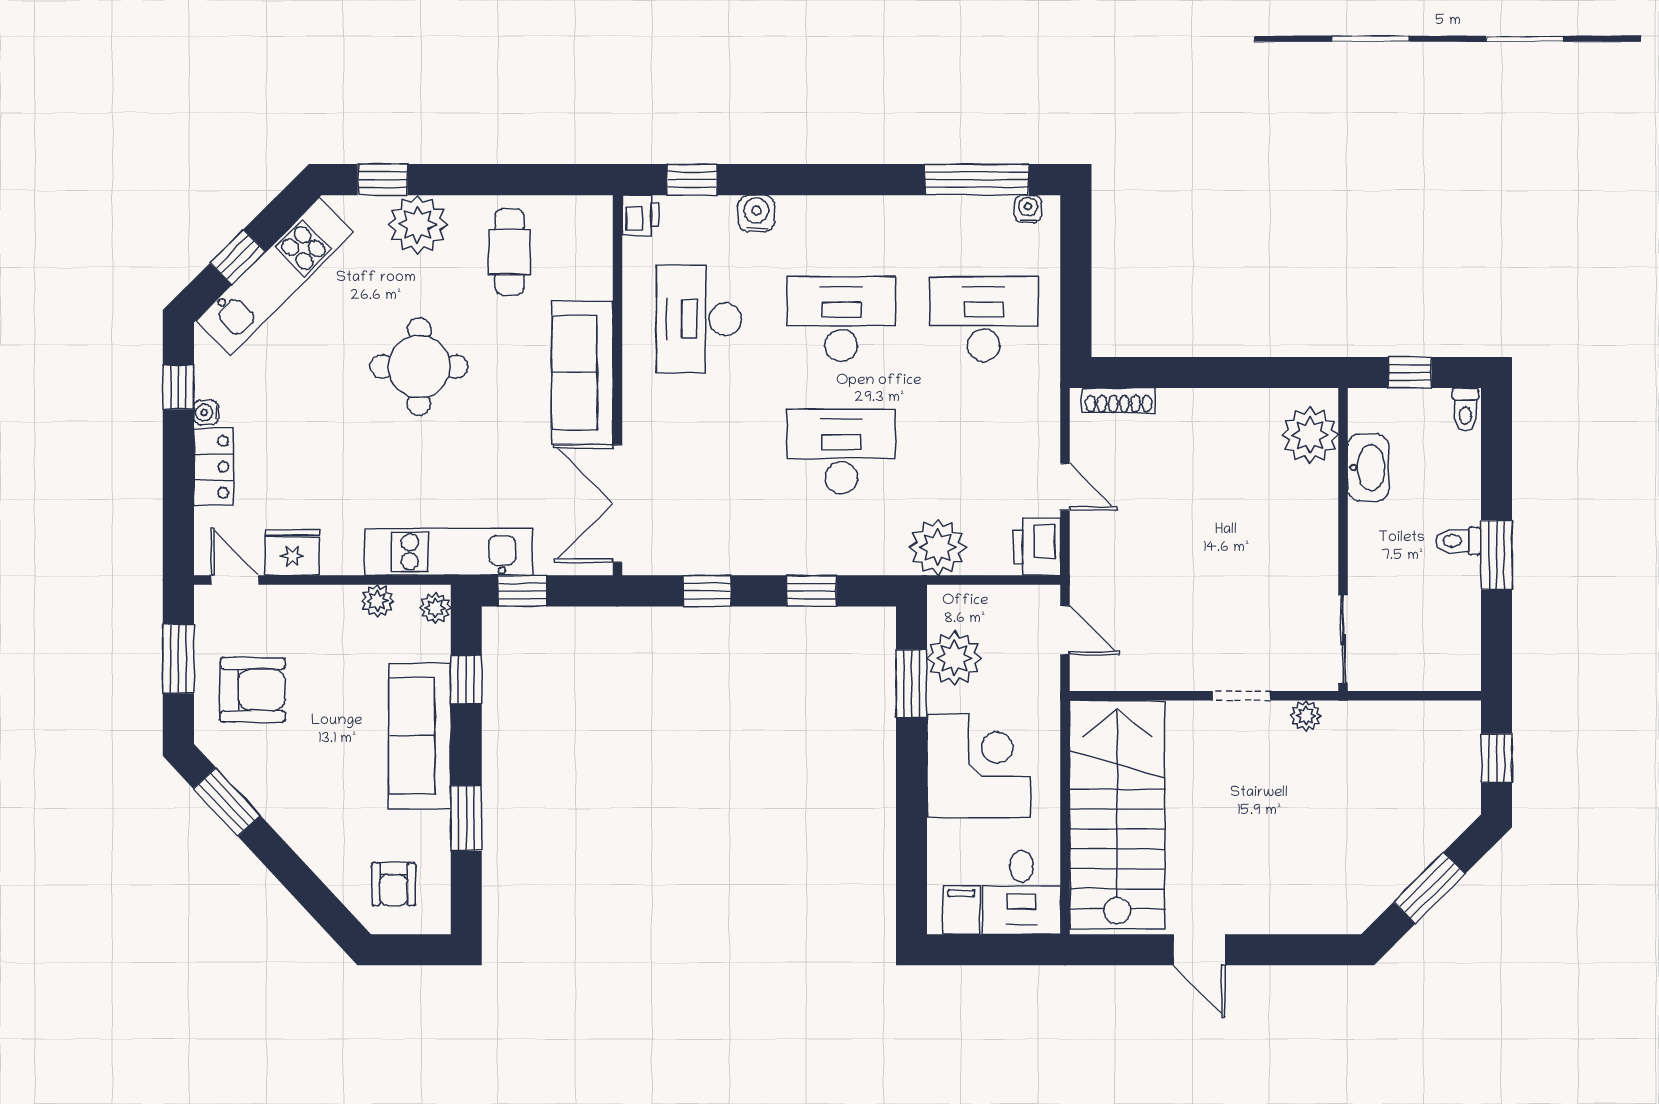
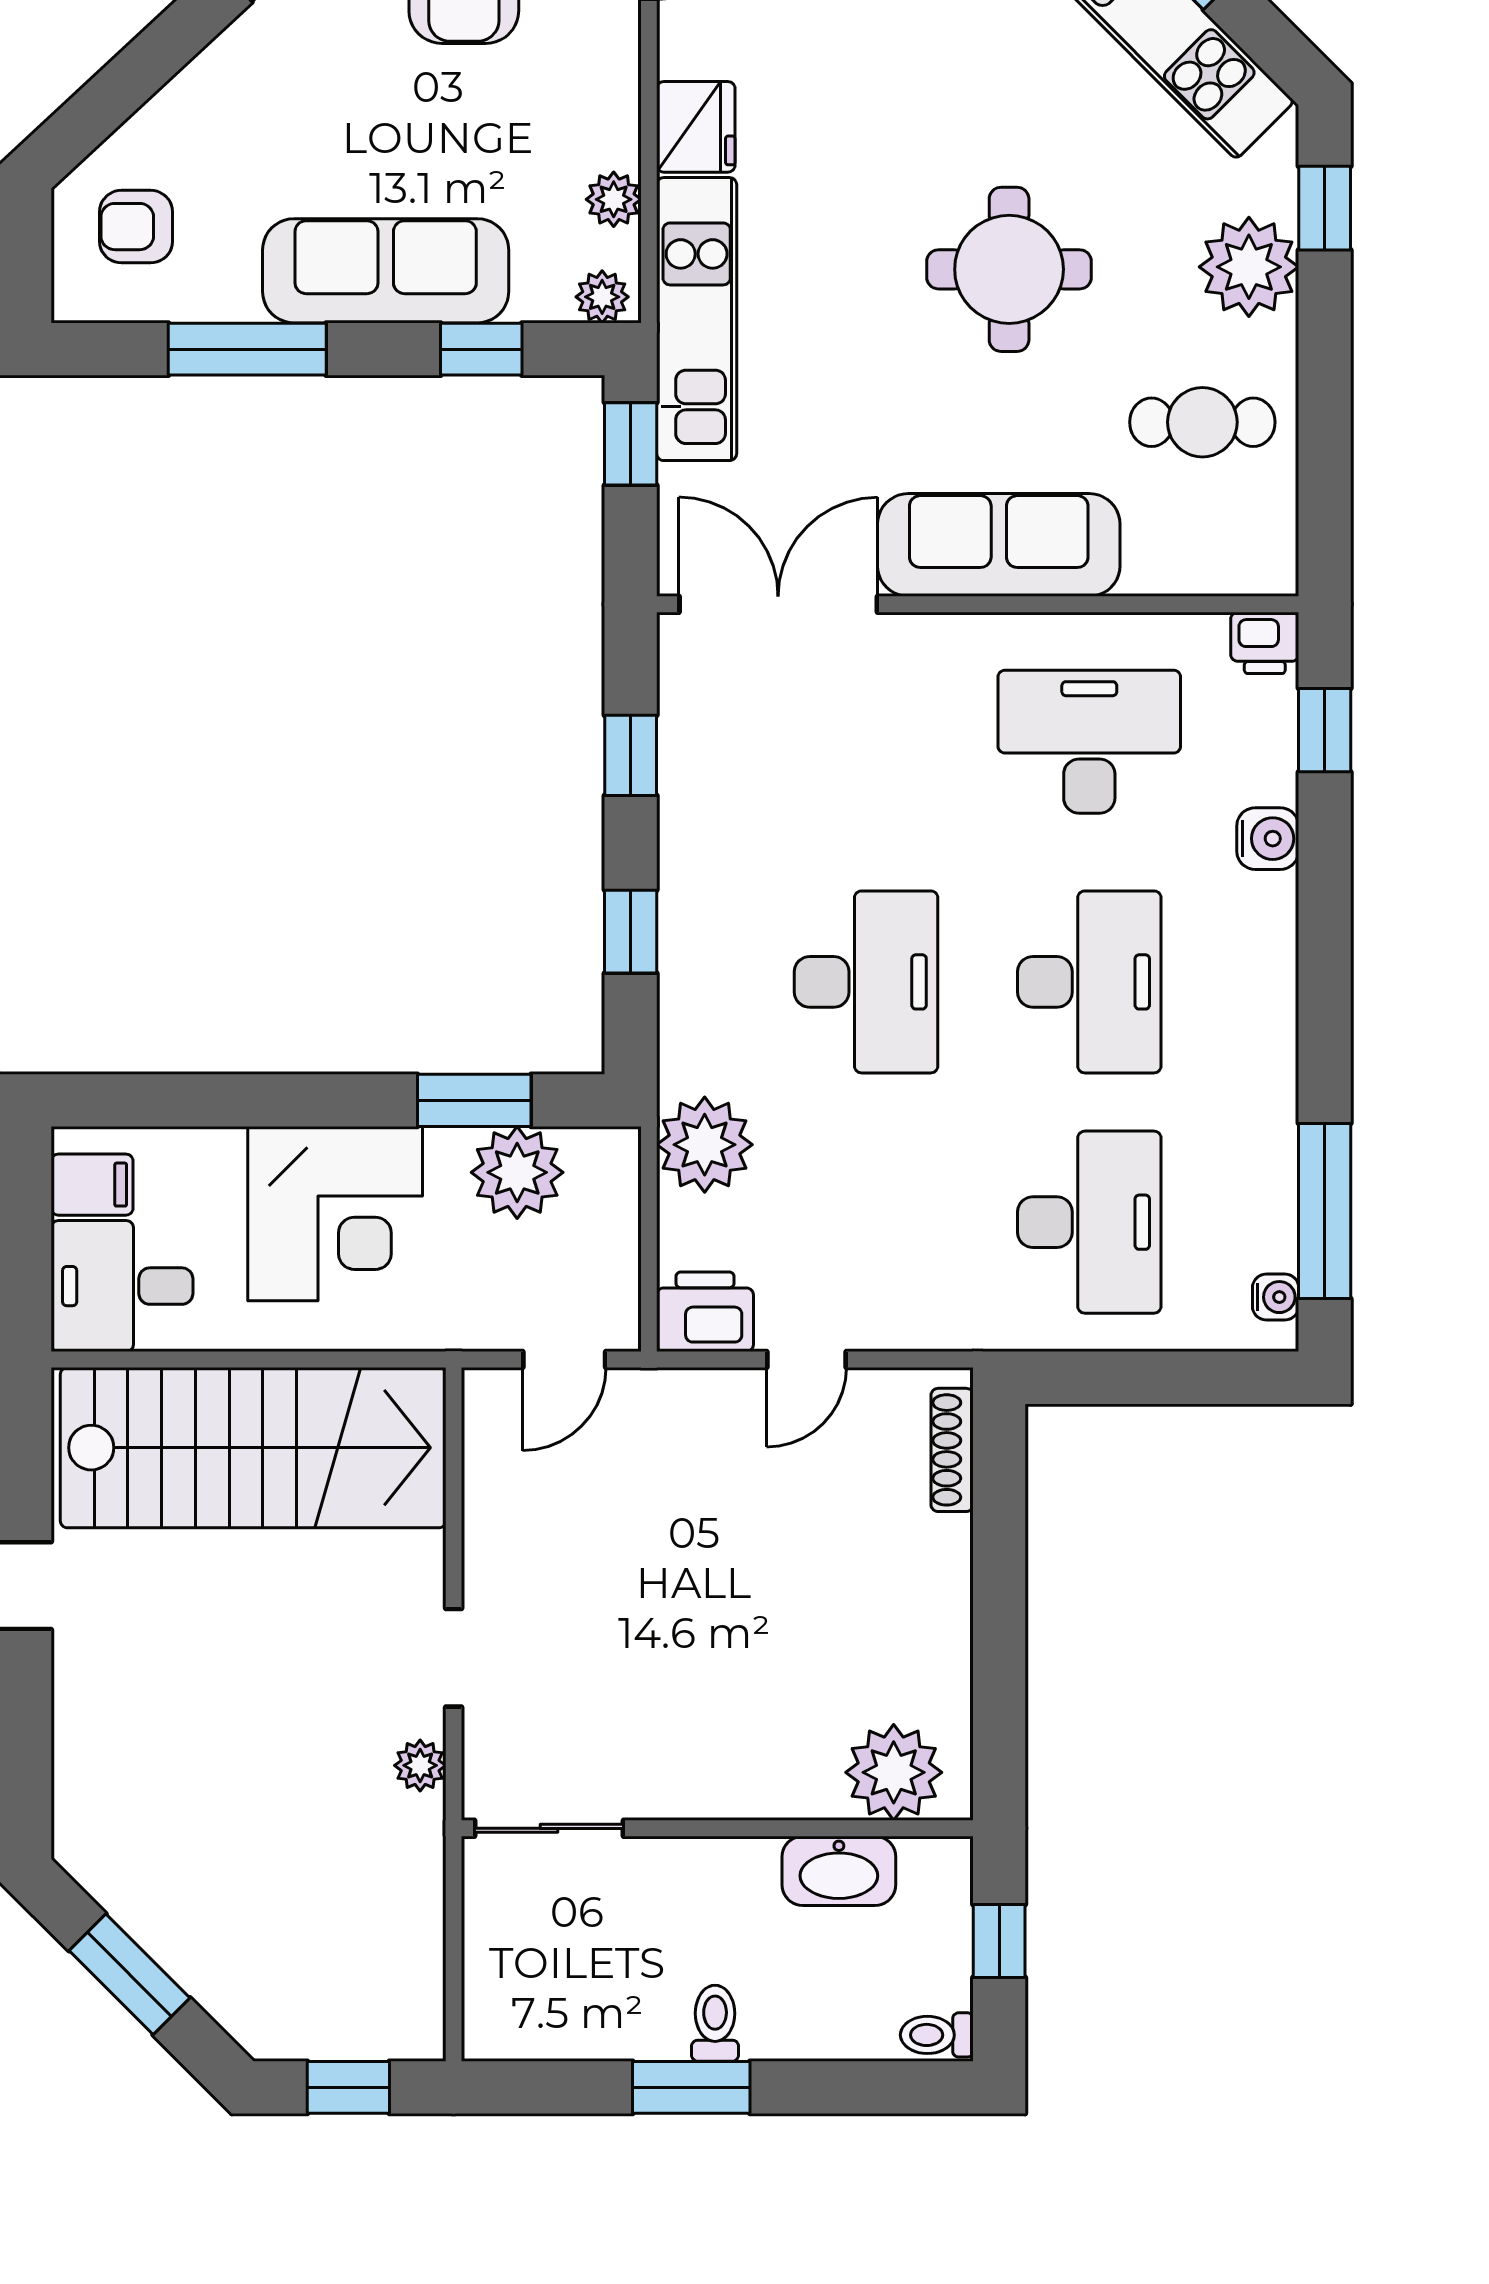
fridge: (292, 552) -> (696, 127), moved
window: (466, 818) -> (247, 349), width x1.44

